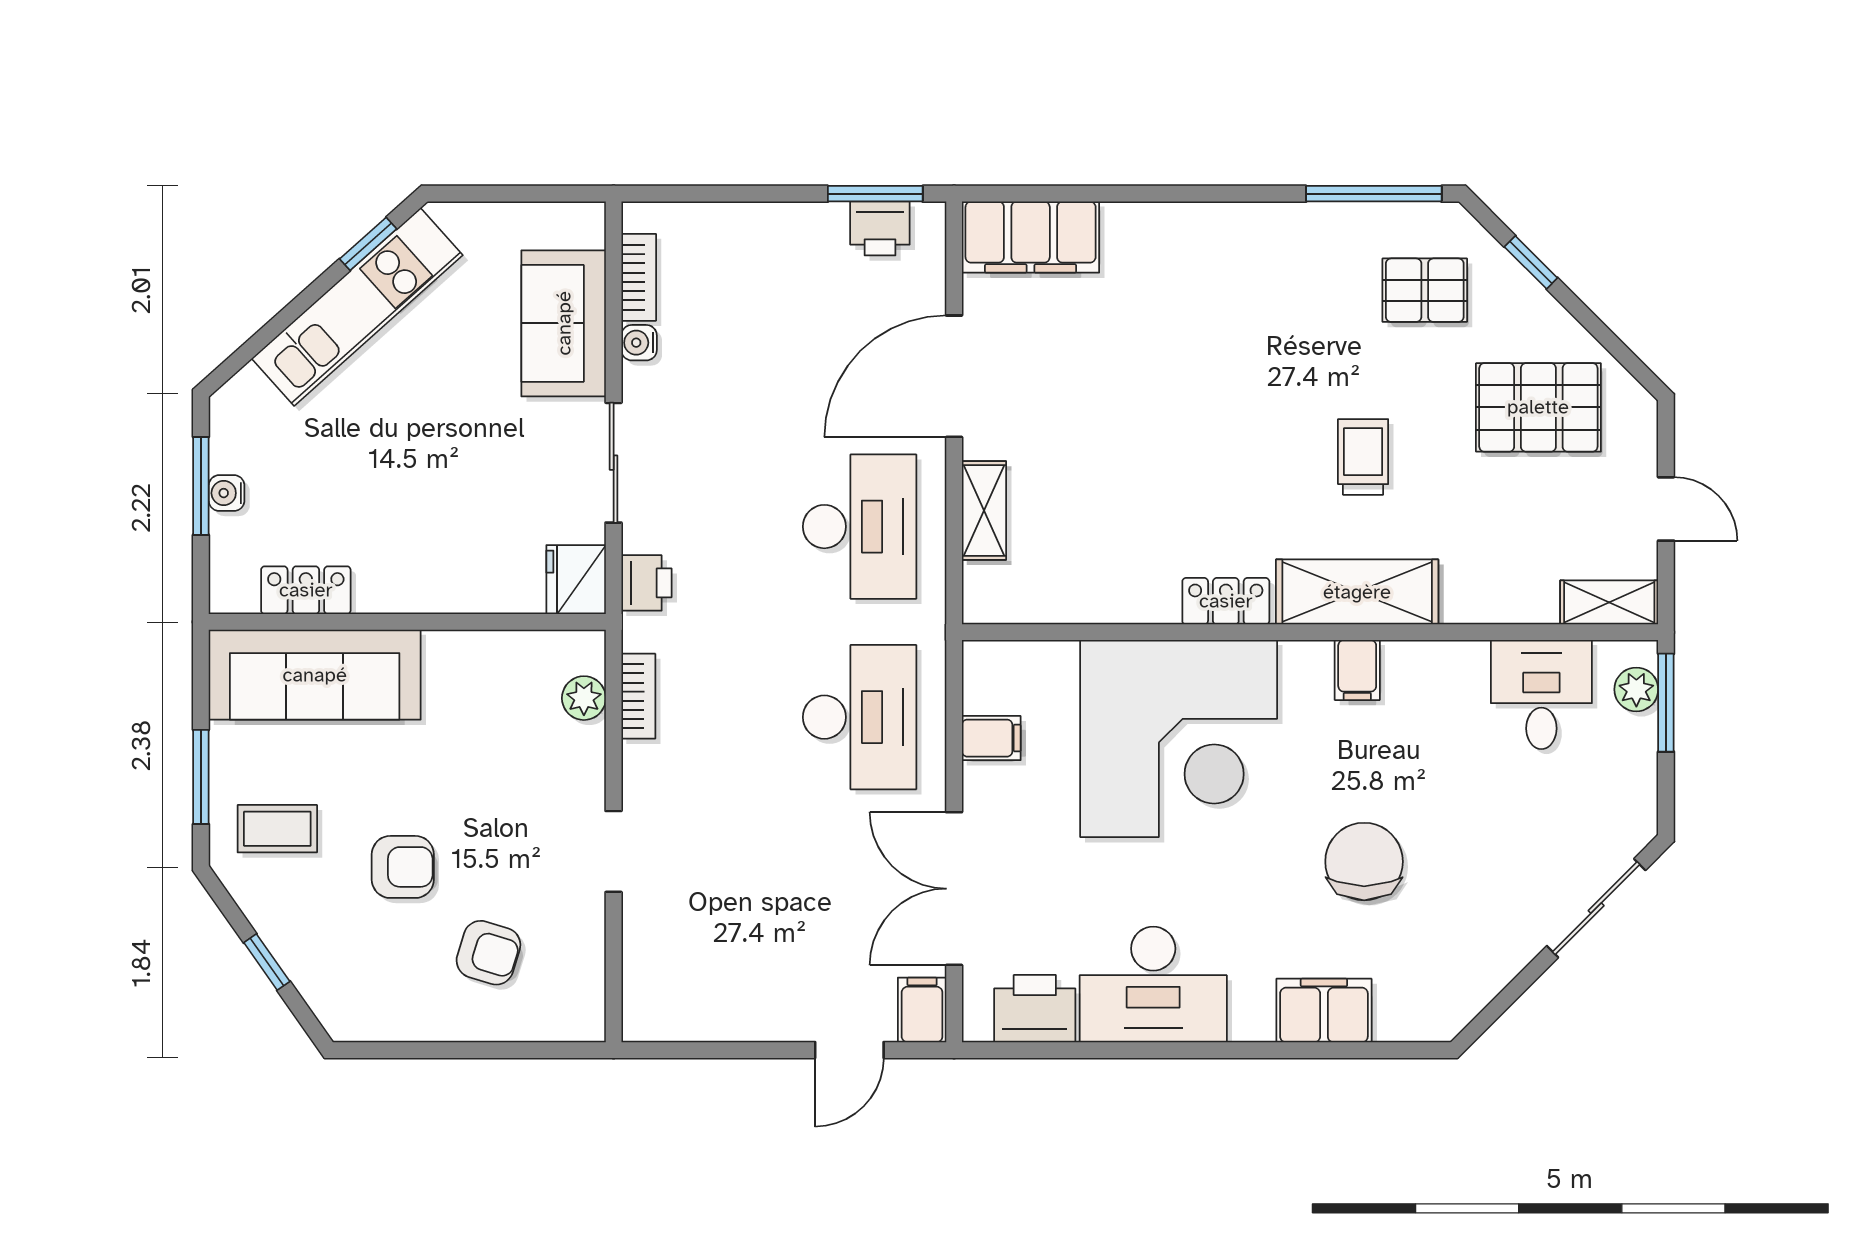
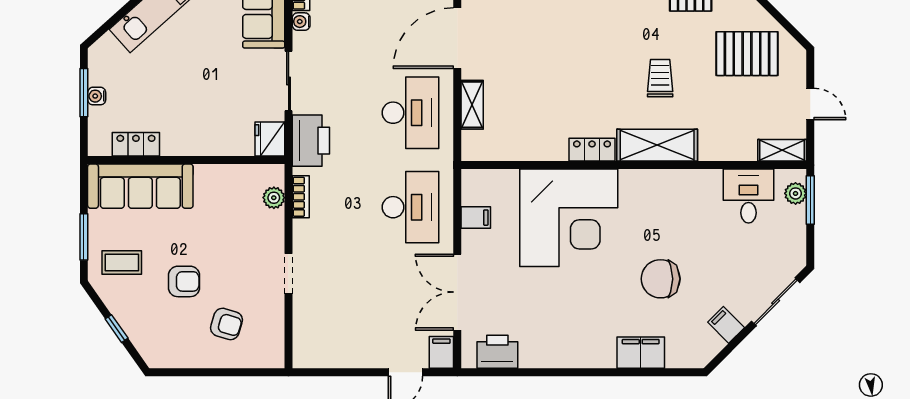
printer: (647, 583) -> (311, 141), width x1.87, depth x1.48
filing cabinet: (1357, 670) -> (726, 325), moved, turned 135
chair: (1364, 862) -> (661, 279), turned -90
desk: (1153, 984) -> (556, 340), removed

